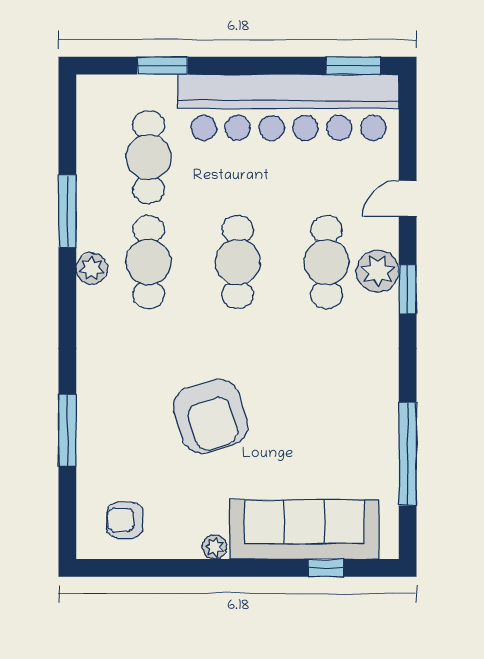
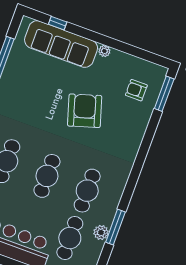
plant: (92, 269) -> (101, 232), moved
window: (67, 430) -> (164, 94), moved
armchair: (125, 520) -> (136, 90), moved, turned 180

